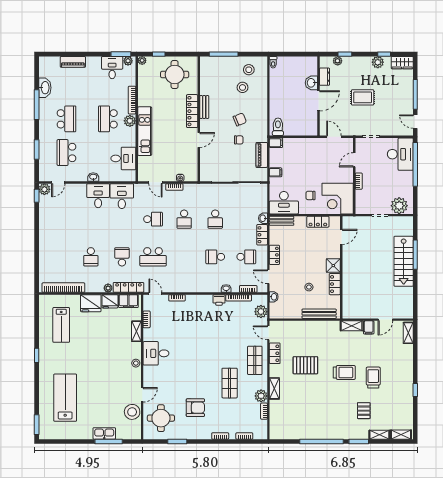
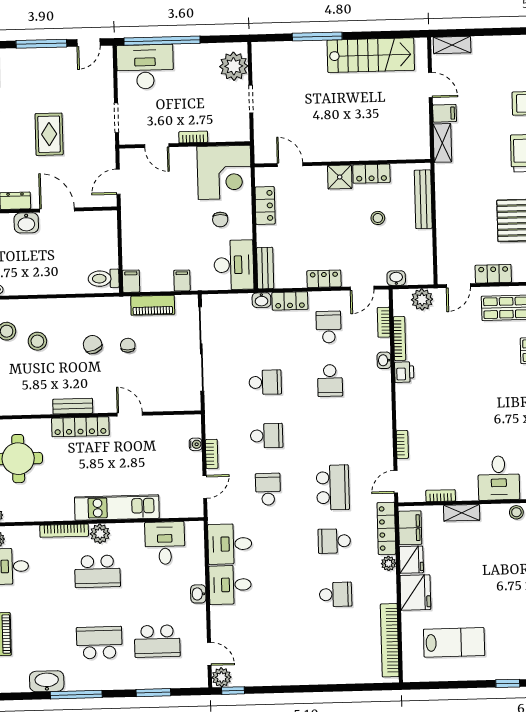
stairs: (404, 261) -> (371, 55), moved

